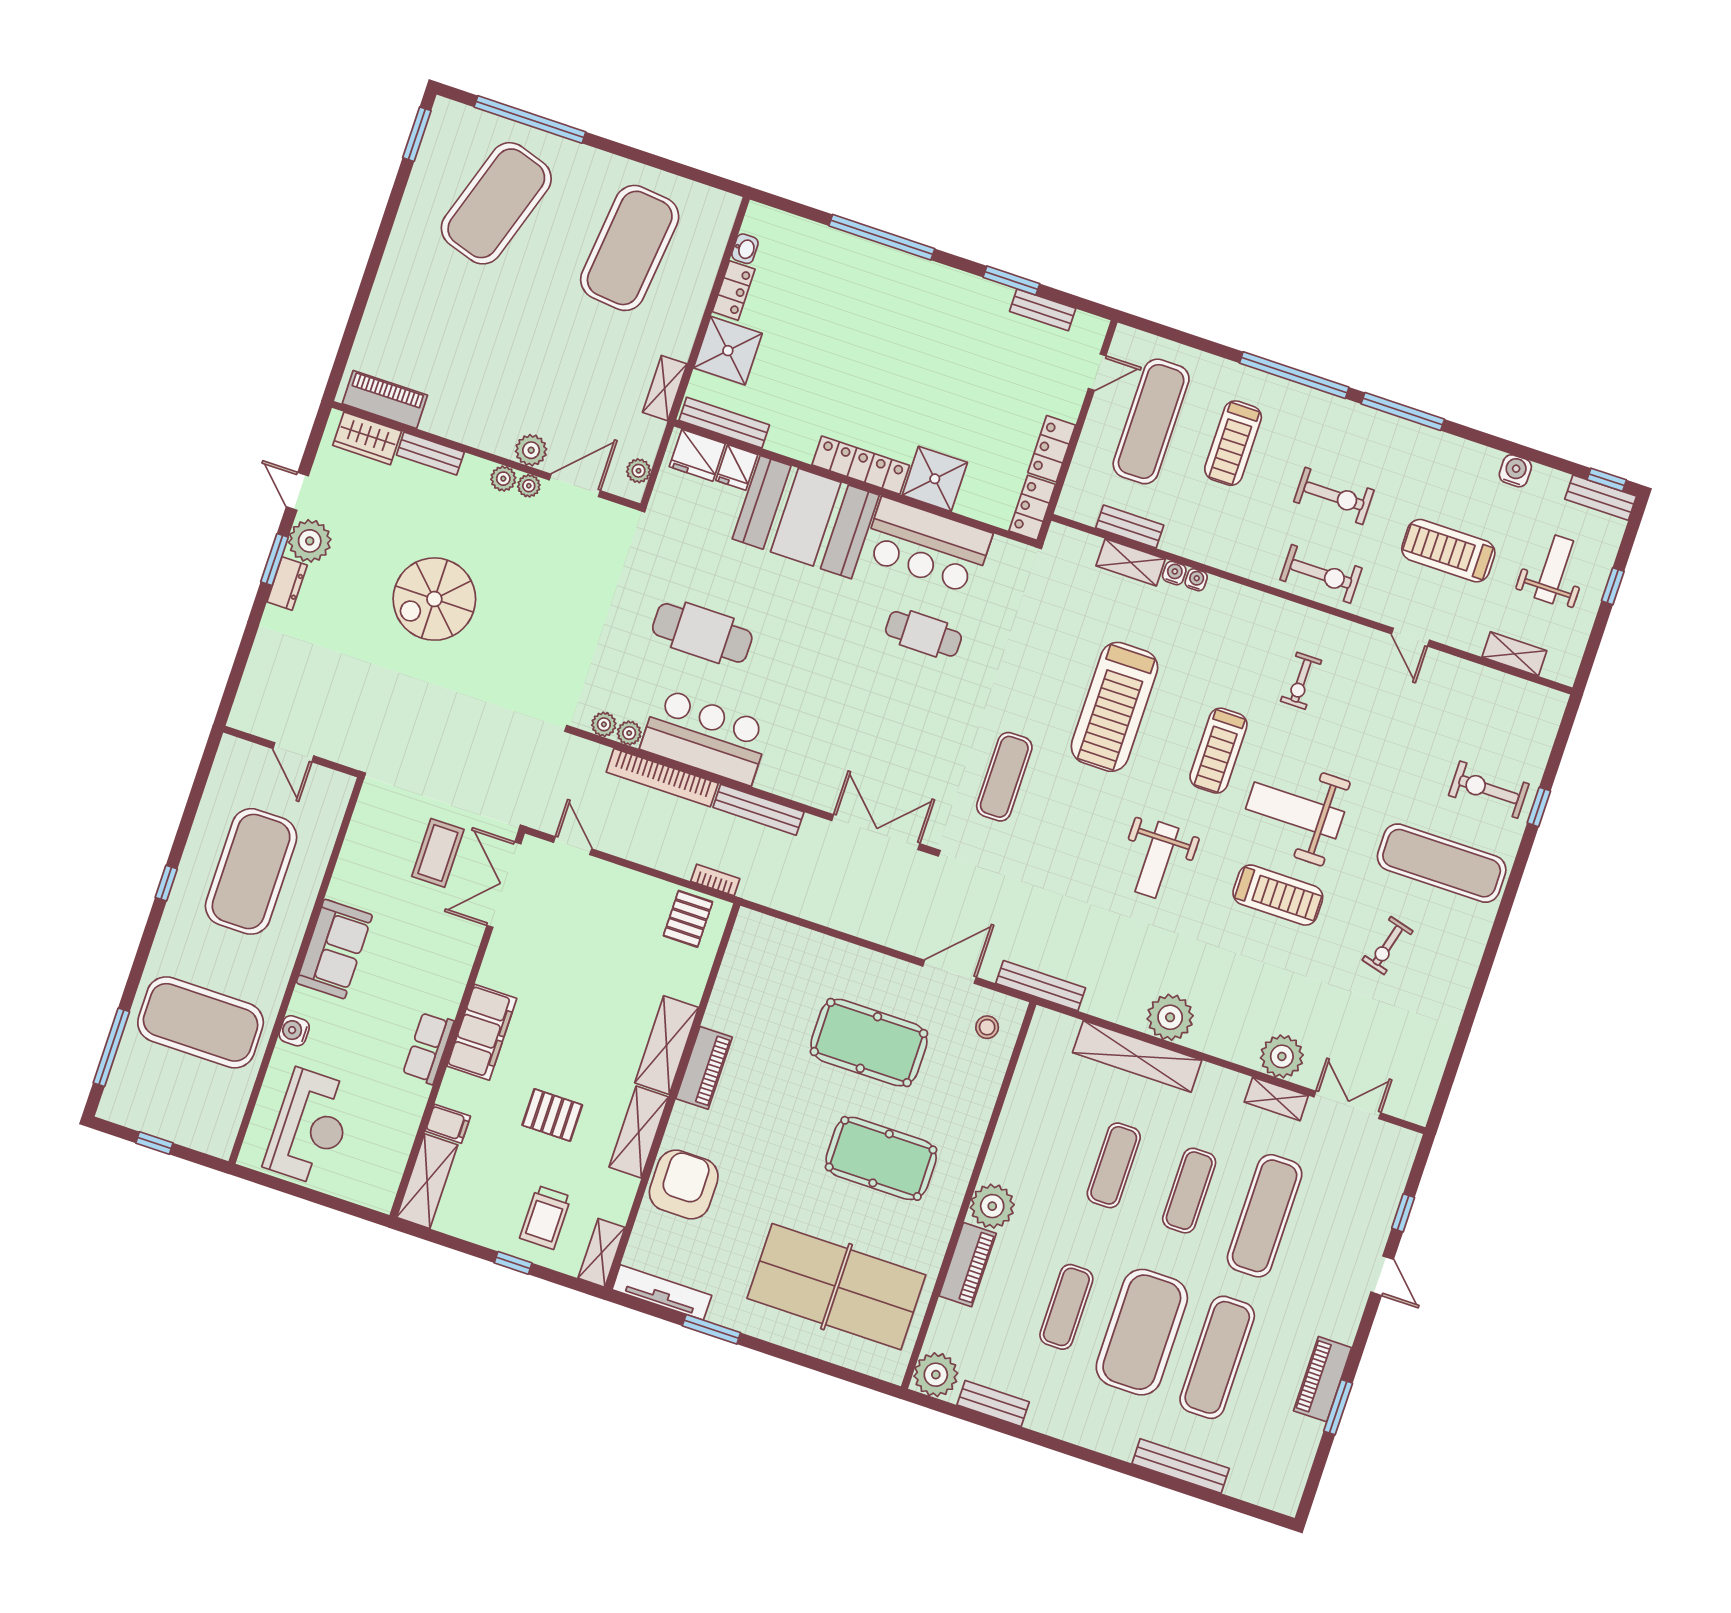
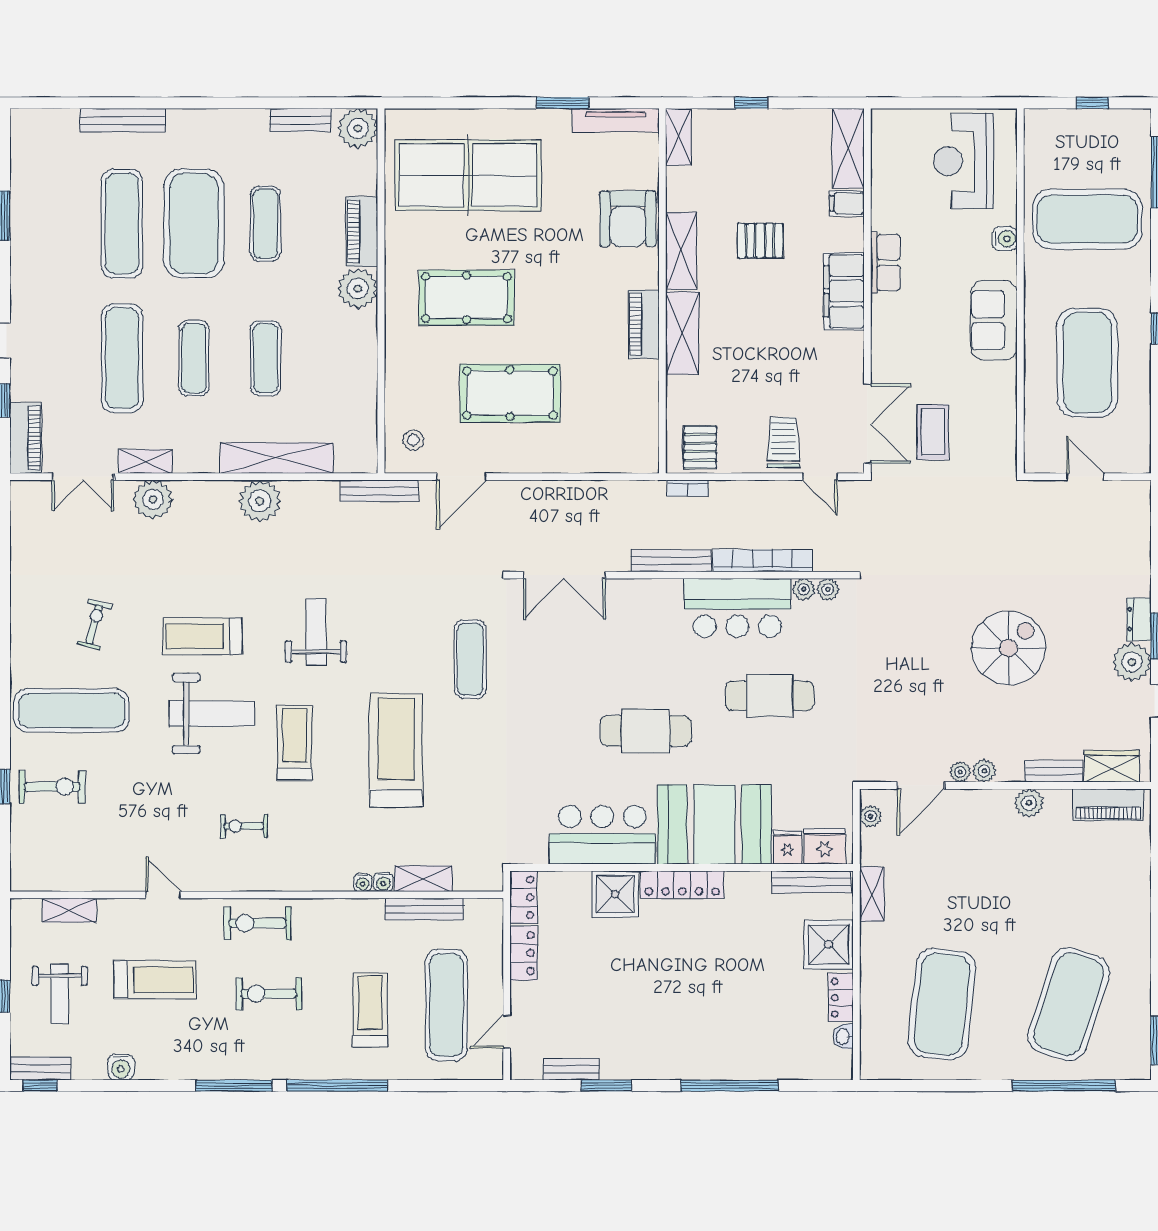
plant: (531, 450) -> (1029, 803), moved
bench: (1130, 527) -> (424, 909), width x1.36
cafe table: (923, 634) -> (646, 731), moved, width x1.37, depth x1.35
exercise bike: (1301, 681) -> (244, 826), turned -90
trolley: (545, 1217) -> (784, 443), moved
piano: (1323, 1379) -> (26, 438), moved

